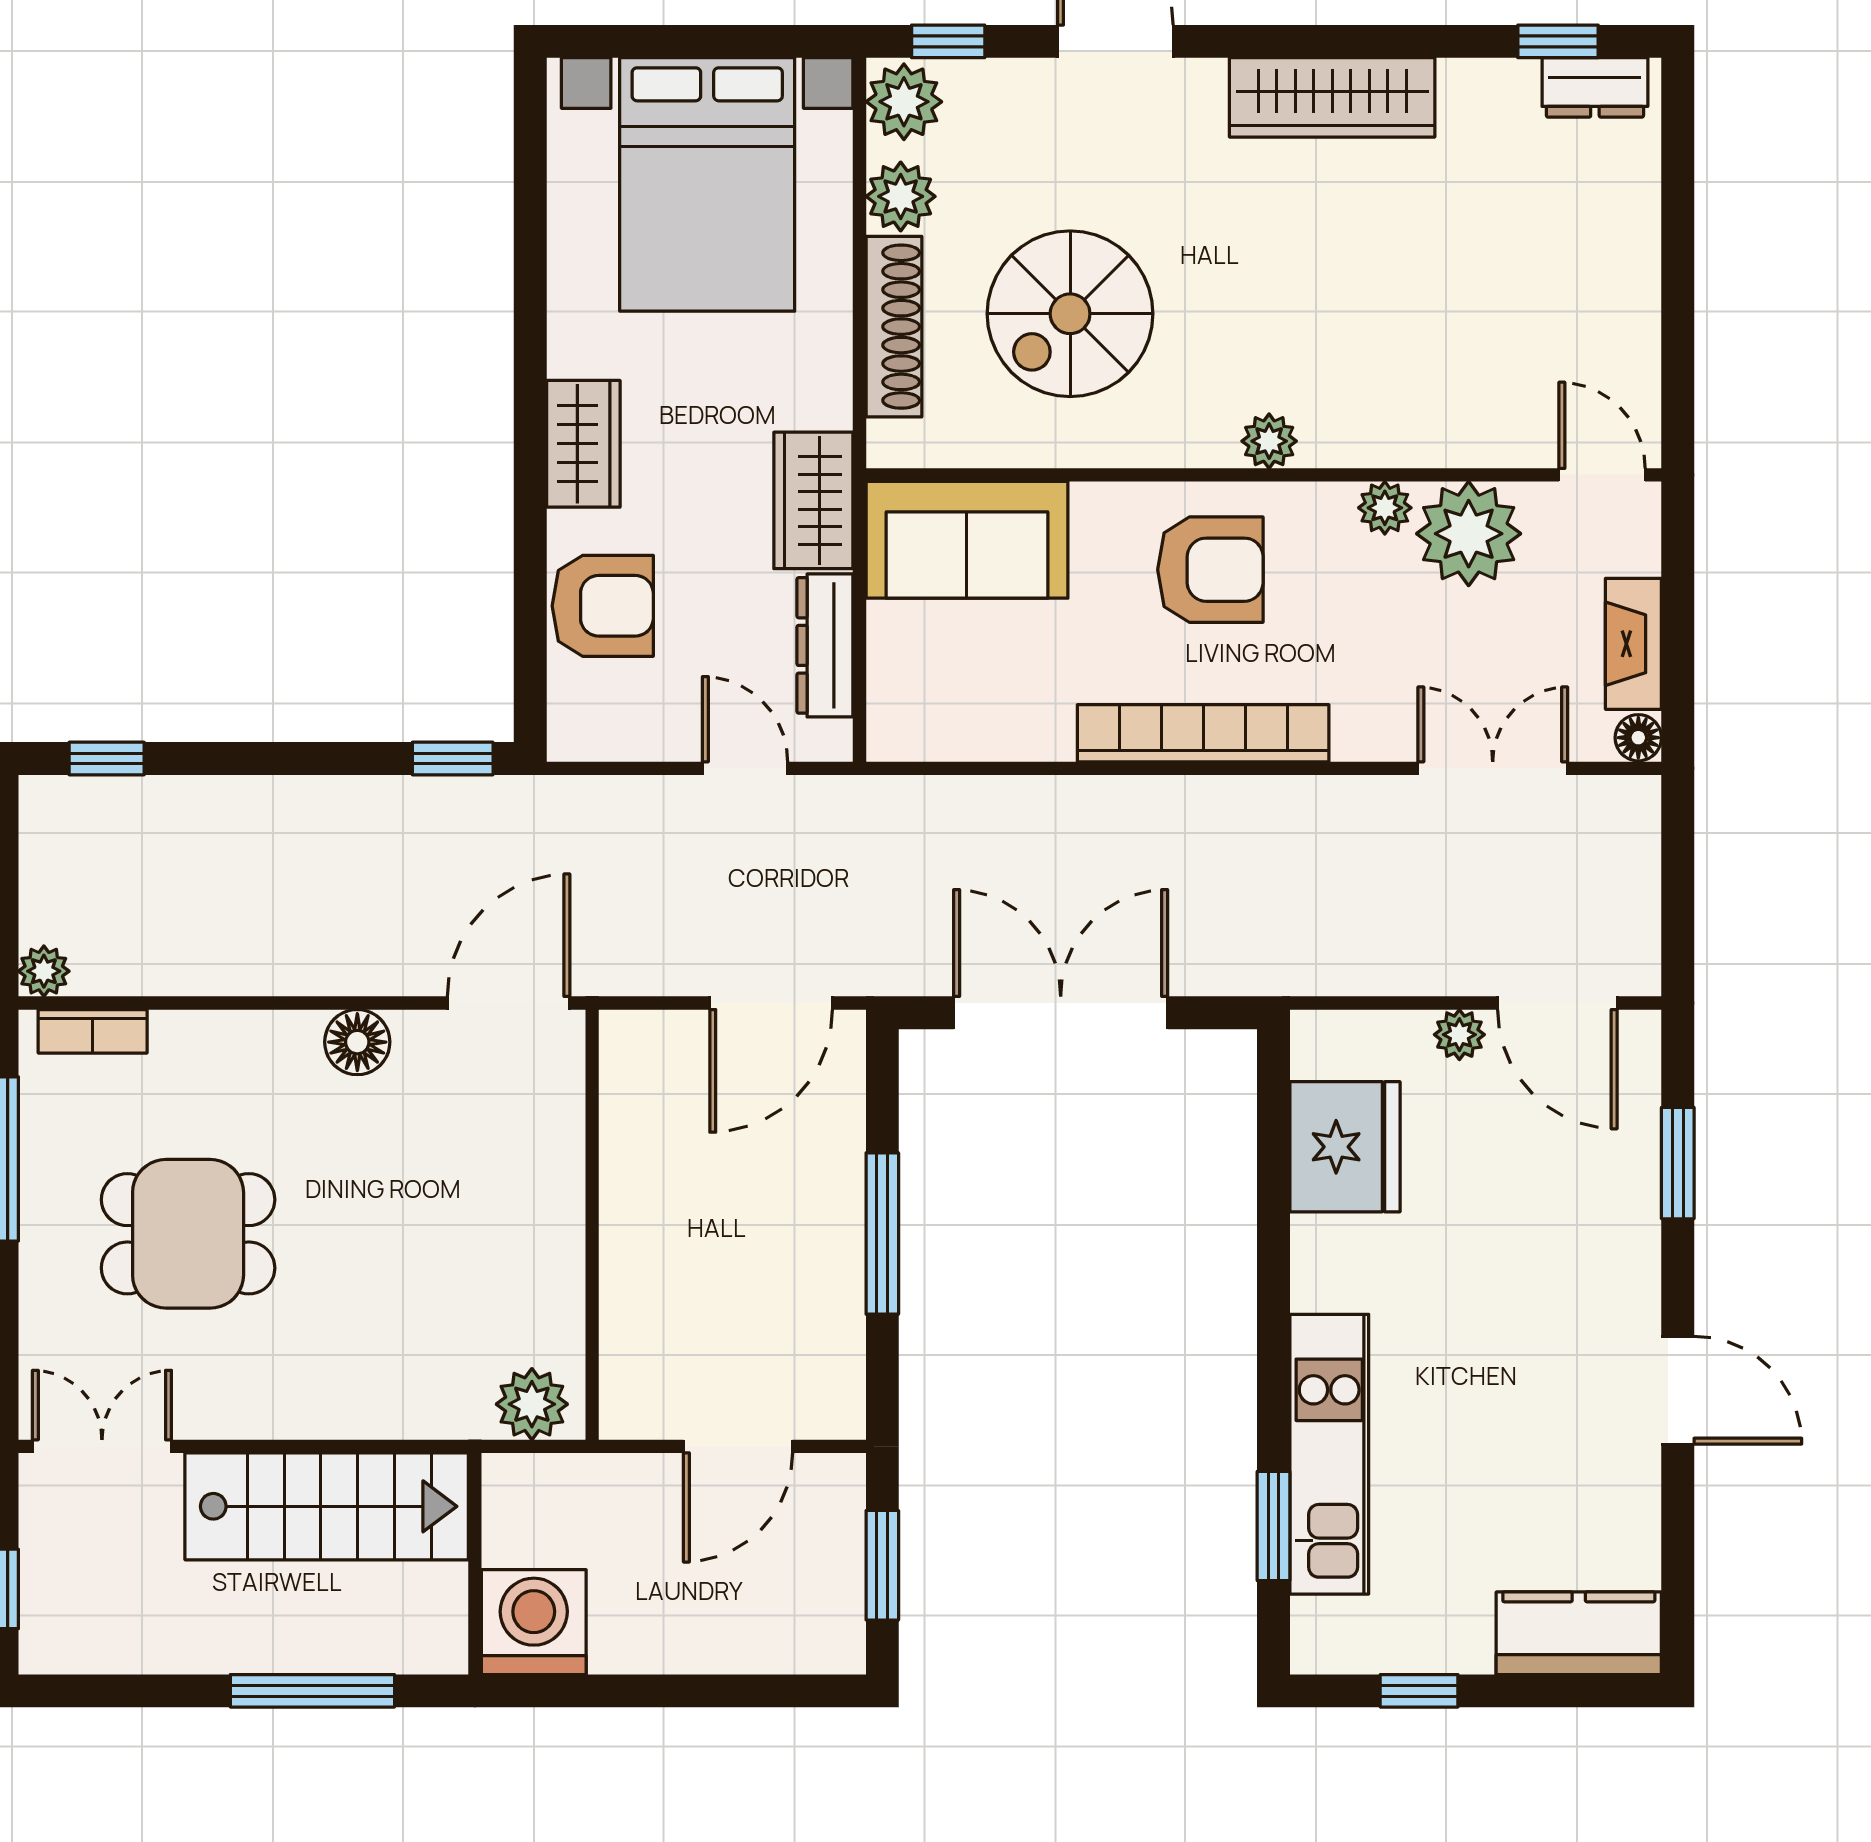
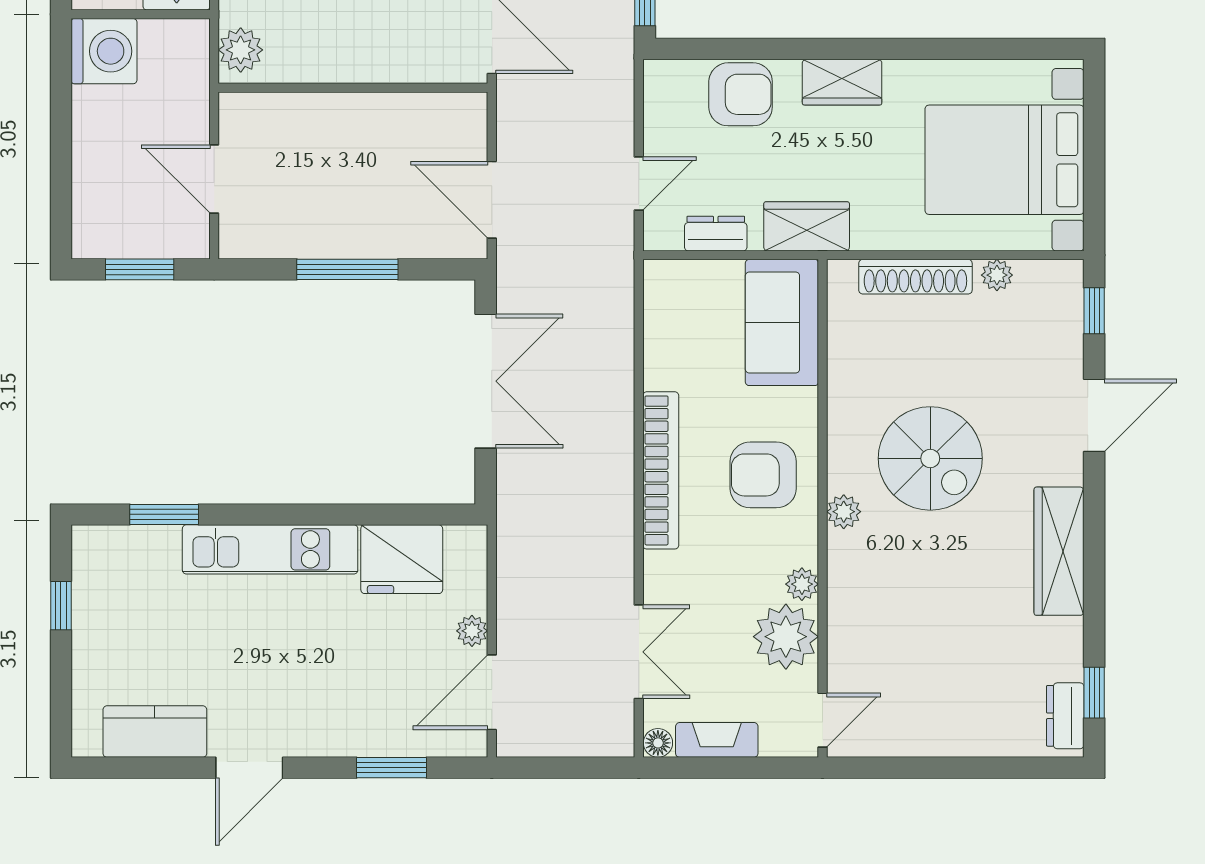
plant: (904, 102) -> (1056, 283), removed
plant: (901, 196) -> (997, 275), width x0.73, depth x0.73
spiral stairs: (1070, 314) -> (930, 458), moved, turned 180
armchair: (1210, 570) -> (763, 475), turned 90
armchair: (603, 606) -> (741, 94), turned -90
dresser: (825, 645) -> (716, 234), width x0.70
kitchen unit: (1329, 1454) -> (270, 549), moved
kitchen counter: (1579, 1633) -> (155, 732), moved, turned -90

